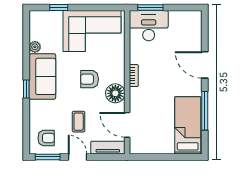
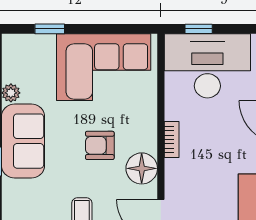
window: (150, 7) -> (199, 29), width x0.67
desk: (149, 26) -> (207, 66), width x1.36, depth x1.30

